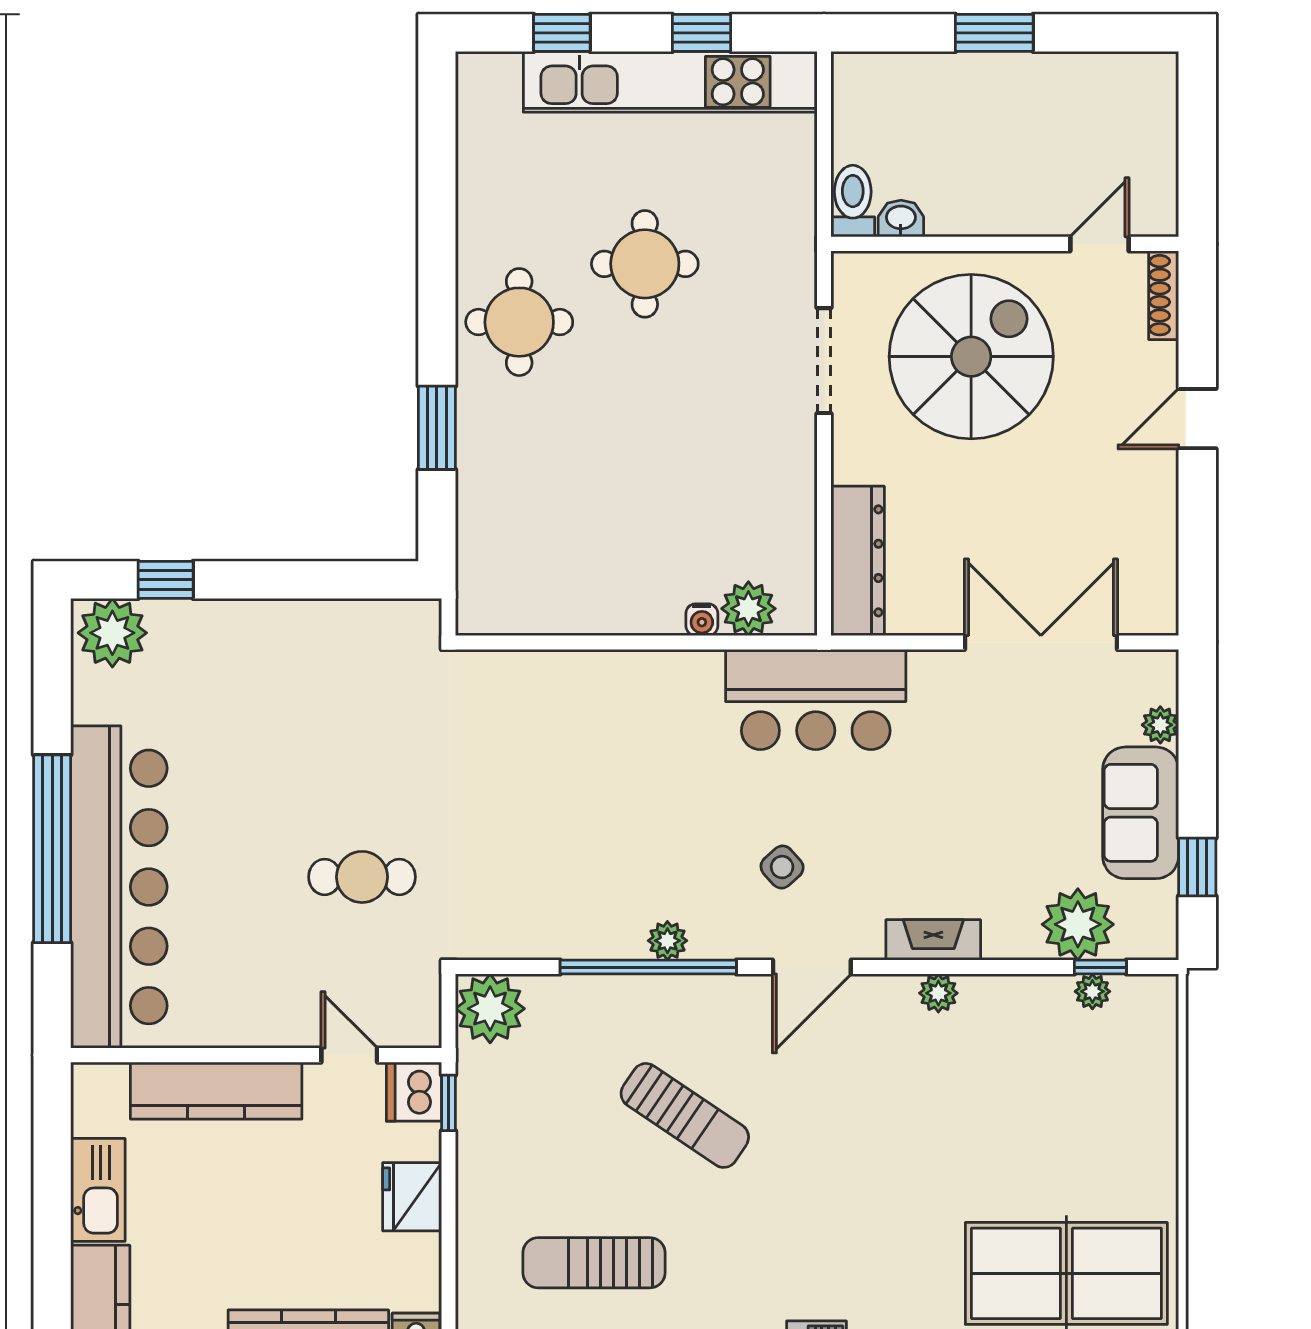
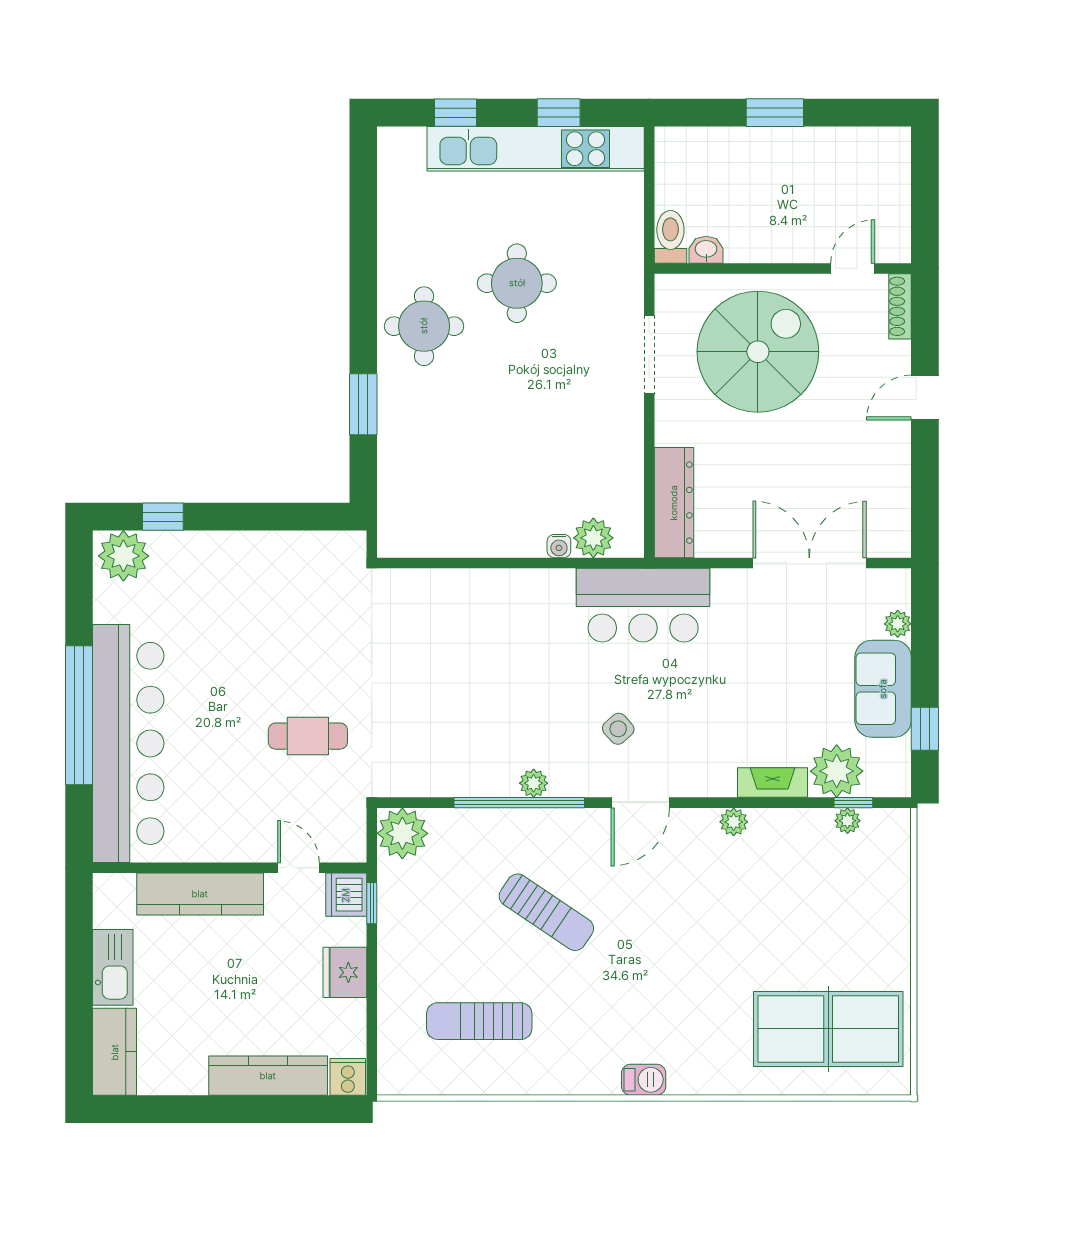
fireplace: (933, 940) -> (773, 783), moved

